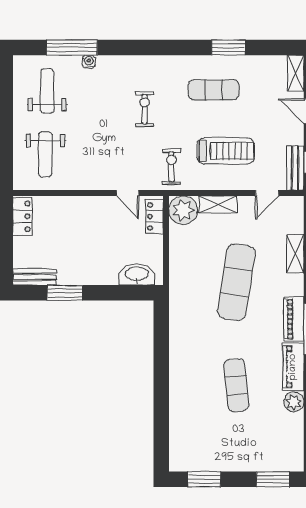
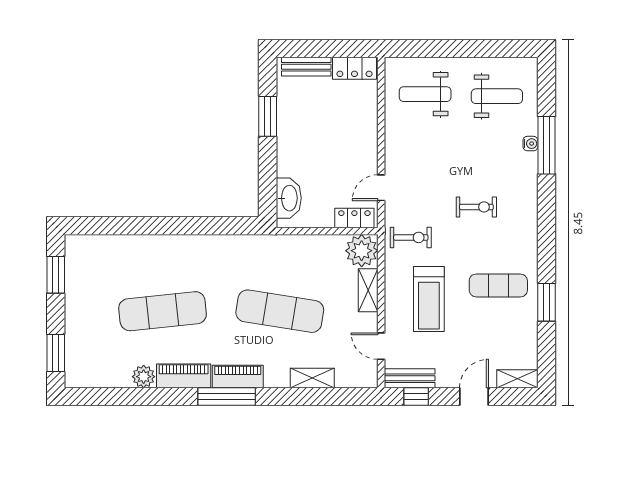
window: (72, 47) -> (546, 145), moved
exercise mat: (214, 90) -> (498, 285), turned 90
bench: (34, 277) -> (306, 67), moved, turned 90
exercise mat: (236, 385) -> (163, 311), width x1.36, depth x1.45

